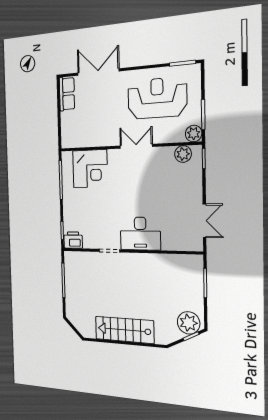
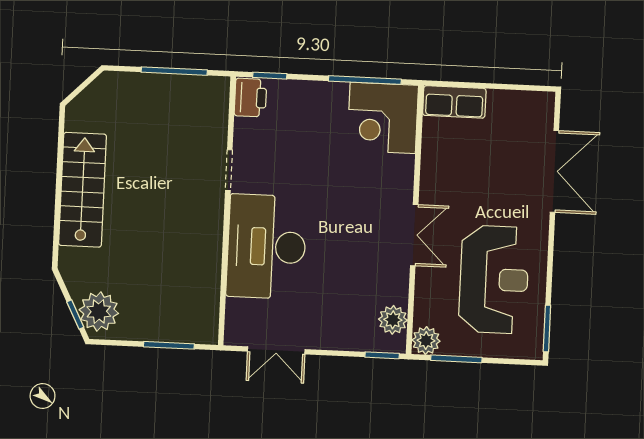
row of seats: (67, 94) -> (454, 102), moved
corner desk: (90, 169) -> (383, 118), moved
desk: (140, 234) -> (266, 247), width x1.36, depth x1.30

